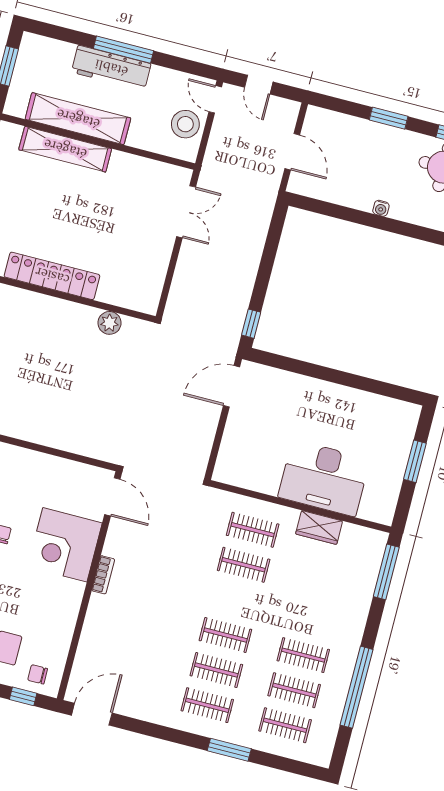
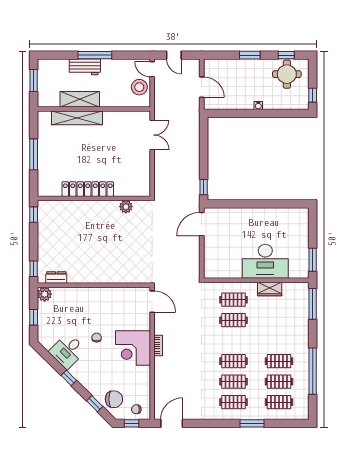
workbench: (111, 68) -> (85, 67), width x0.73
shelving: (78, 119) -> (80, 99), width x0.68
window: (415, 461) -> (313, 260), moved
corner desk: (65, 545) -> (133, 348), moved

